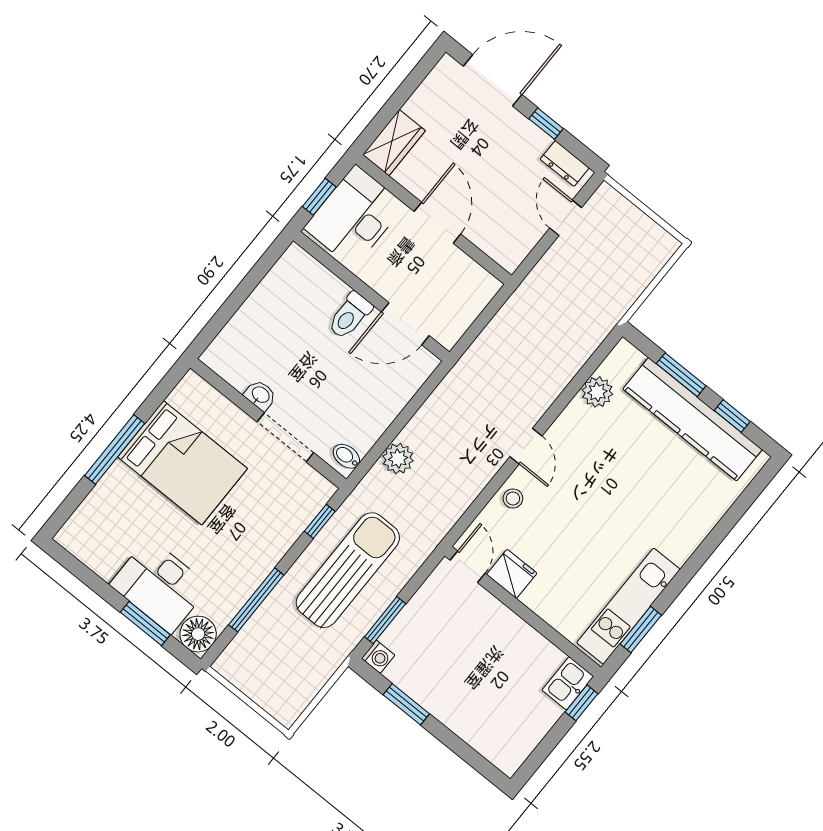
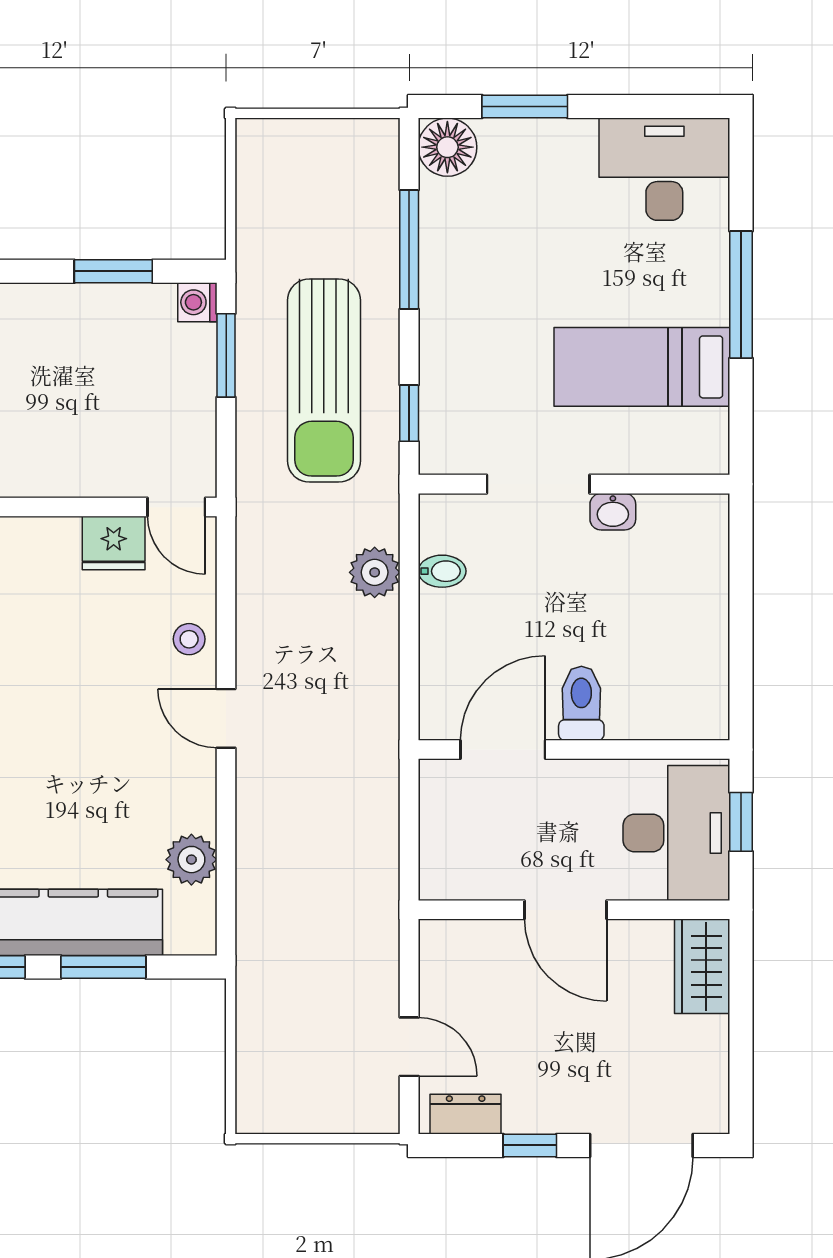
bidet: (346, 456) -> (442, 571), moved
bed: (183, 463) -> (642, 367), width x0.67
desk: (160, 585) -> (664, 169), moved

